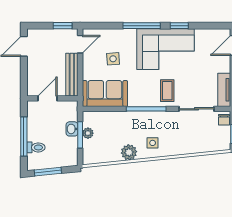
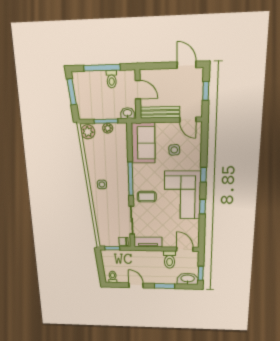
window: (63, 26) -> (206, 91), moved
window: (142, 26) -> (203, 175), width x0.46
washbasin: (72, 129) -> (127, 113), moved
toilet: (36, 147) -> (112, 79), moved
plant: (129, 152) -> (88, 132), moved

